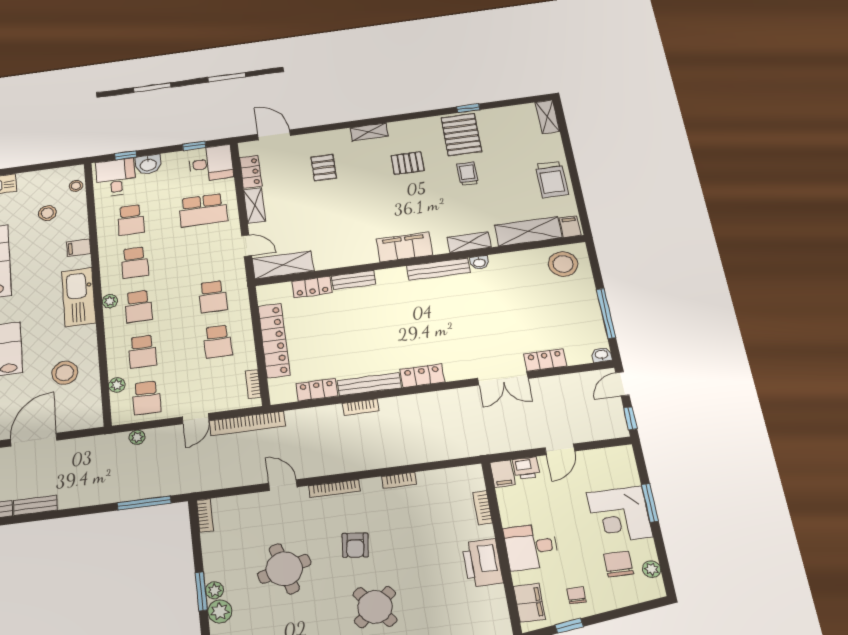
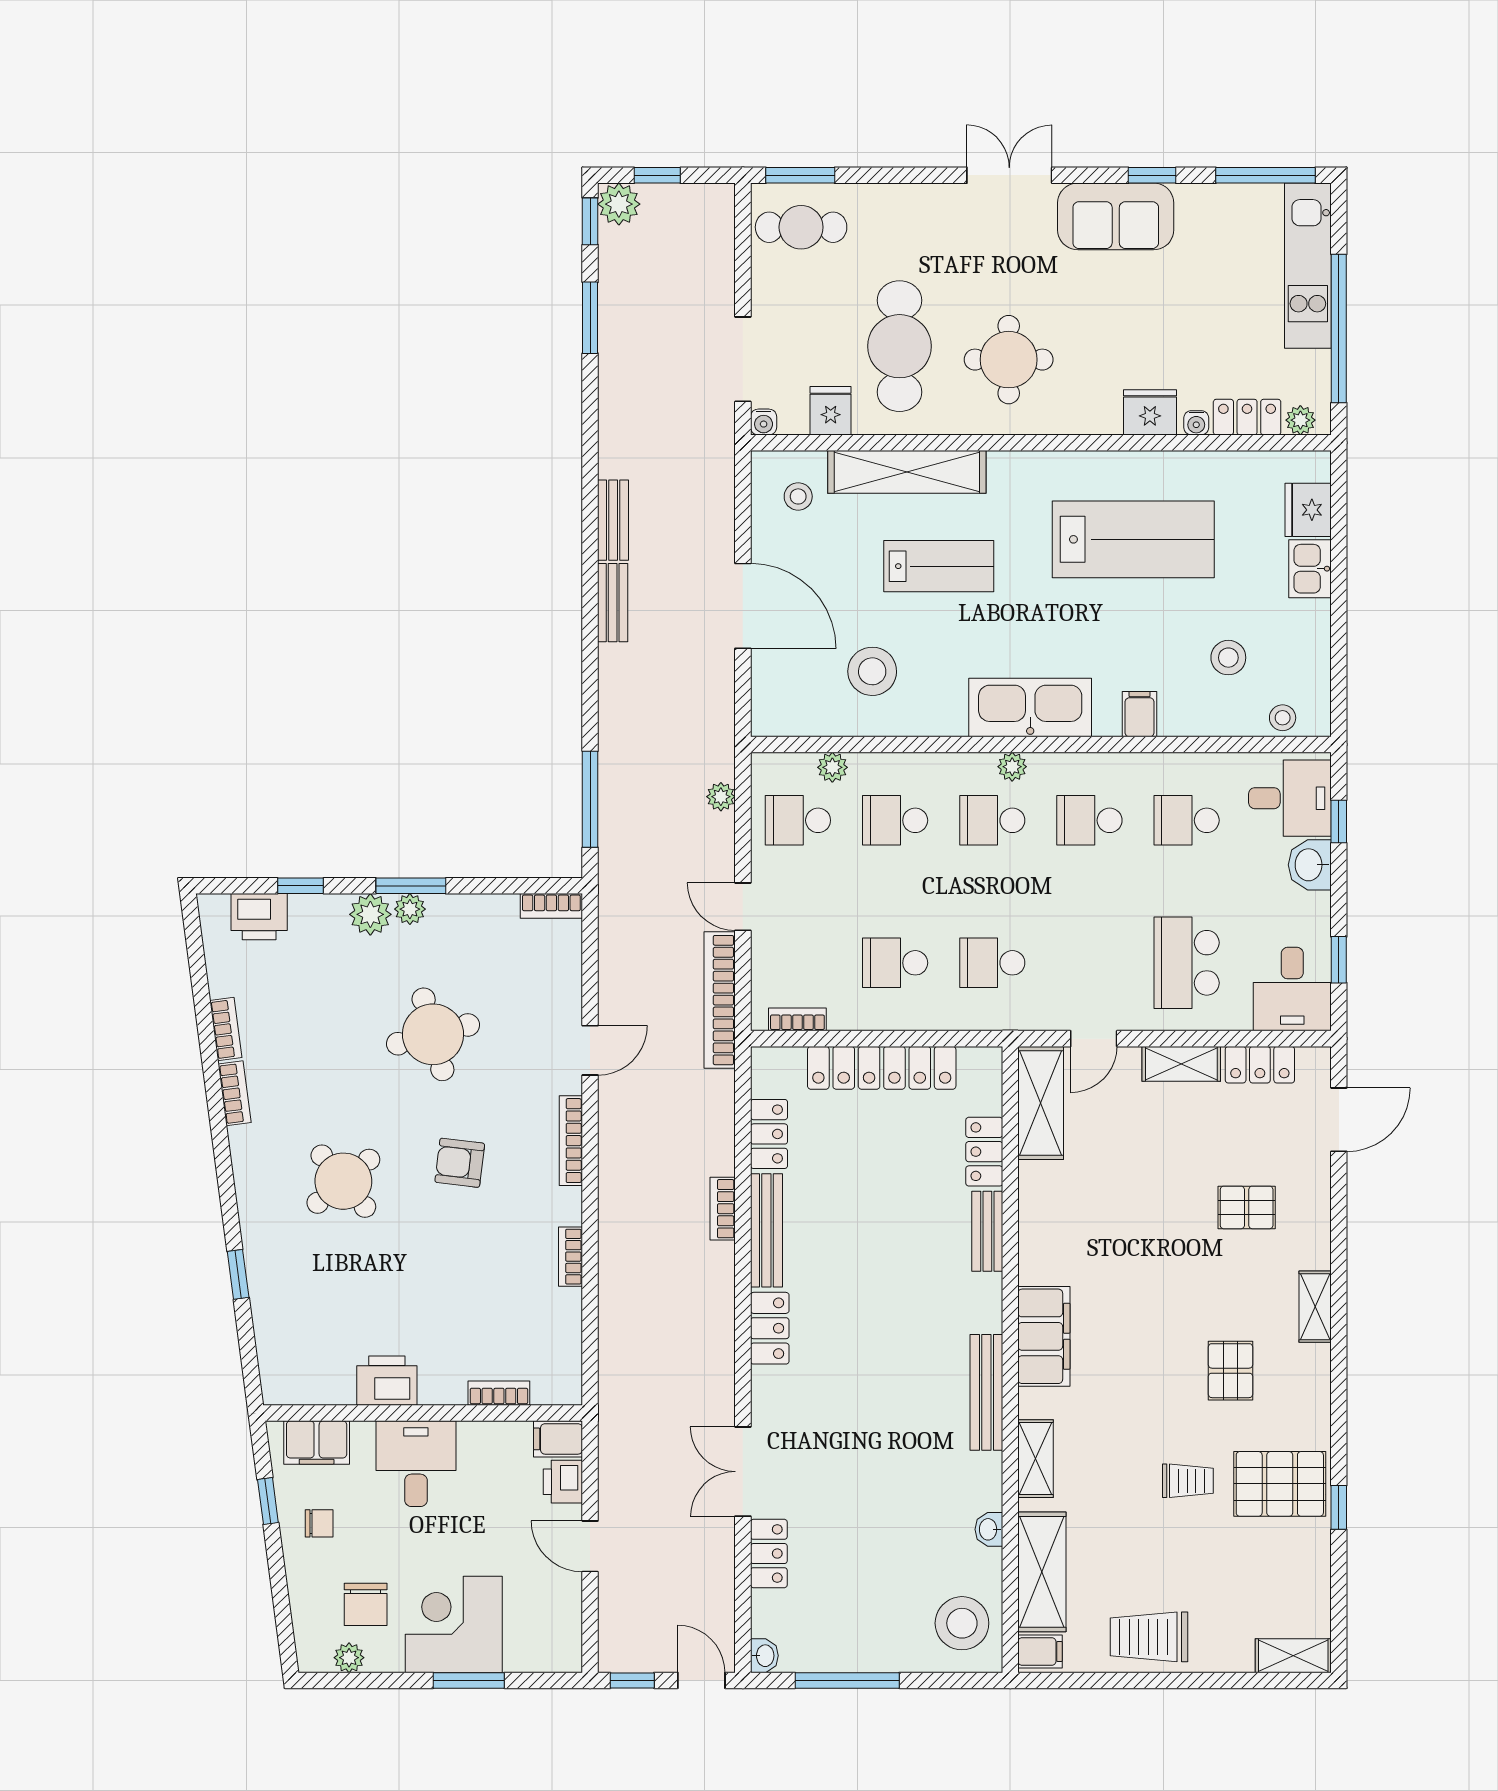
washbasin: (479, 263) -> (989, 1529), moved
printer: (482, 563) -> (387, 1381), width x0.73, depth x0.84
chair: (618, 564) -> (366, 1604), turned 90

